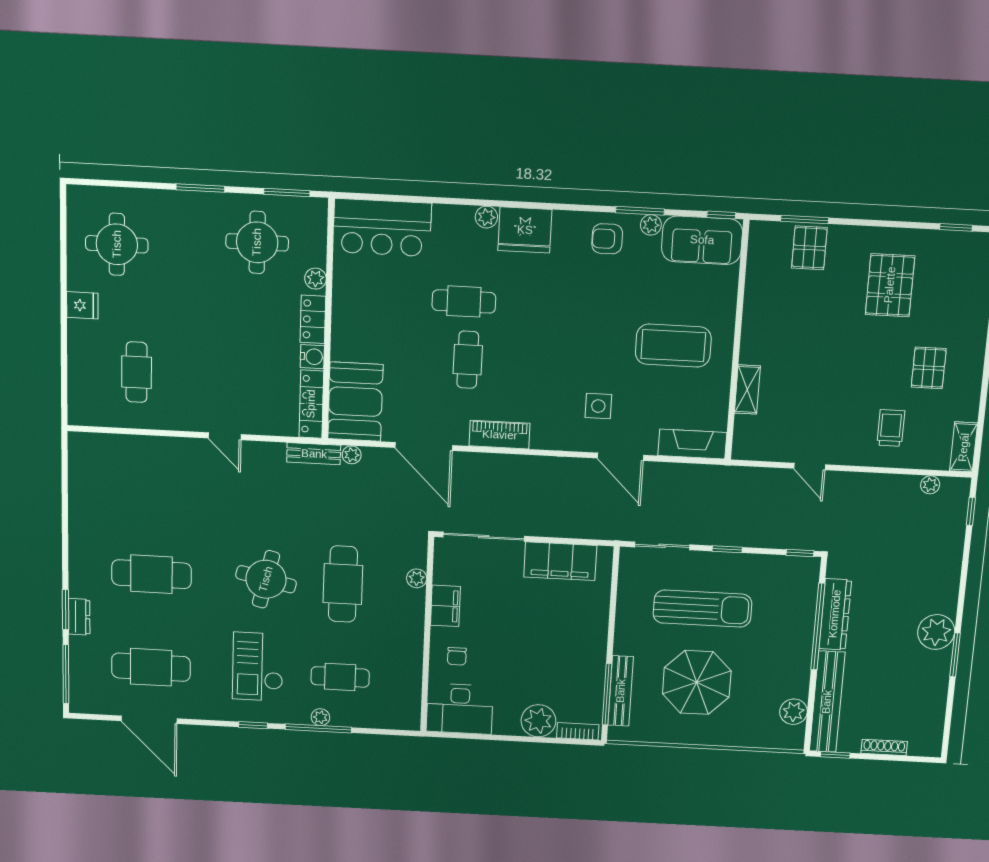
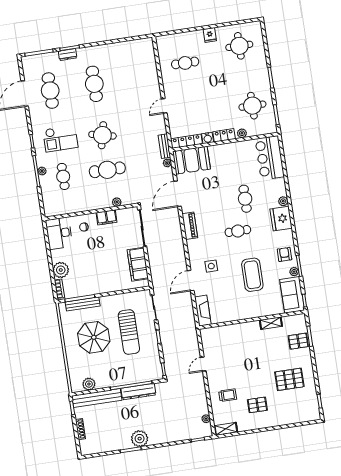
coffee table: (673, 346) -> (252, 275), moved
cafe table: (468, 360) -> (238, 231), moved
shelving: (747, 389) -> (271, 323), moved
checkout: (258, 667) -> (60, 139), turned 180

